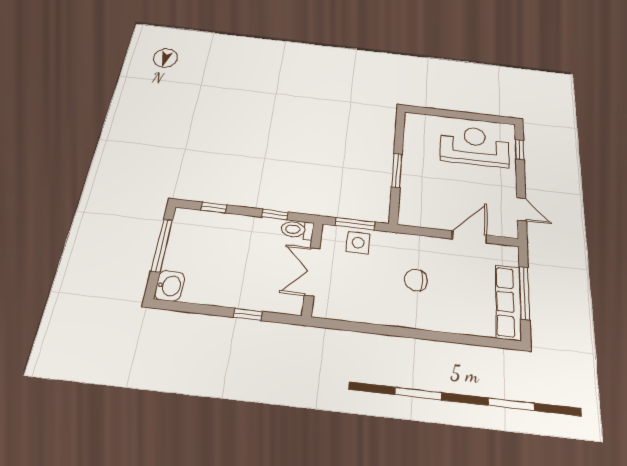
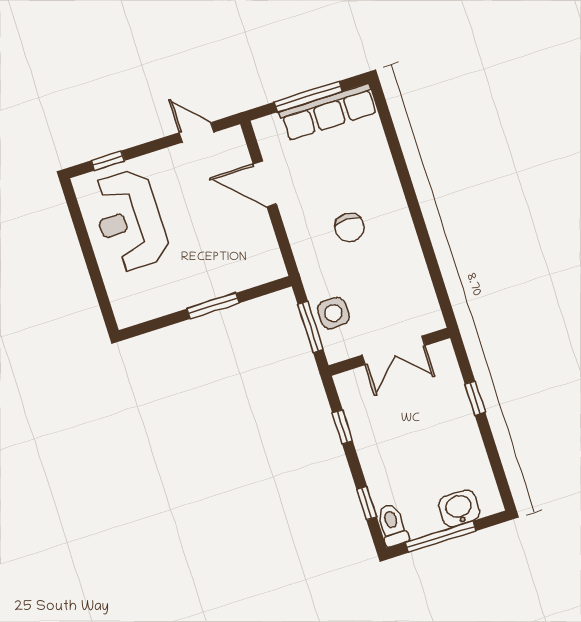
door: (522, 209) -> (197, 132), hinge flipped
toilet: (297, 230) -> (392, 525), moved, turned 180
washbasin: (170, 286) -> (459, 509), moved

